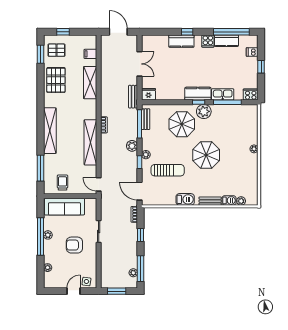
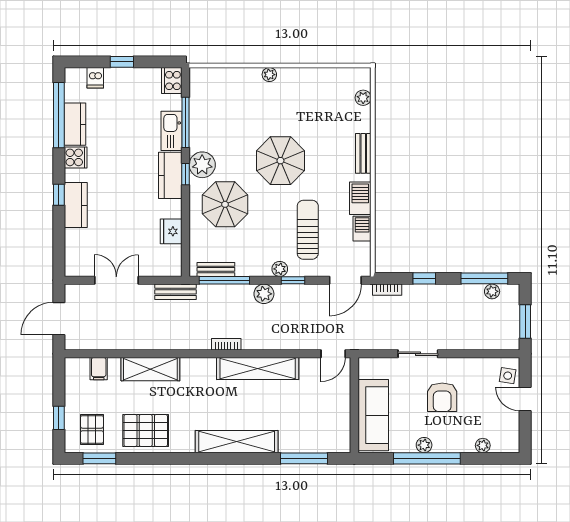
fridge: (148, 94) -> (171, 231), moved
trolley: (62, 183) -> (330, 419), removed
barbecue: (229, 200) -> (362, 229), moved

